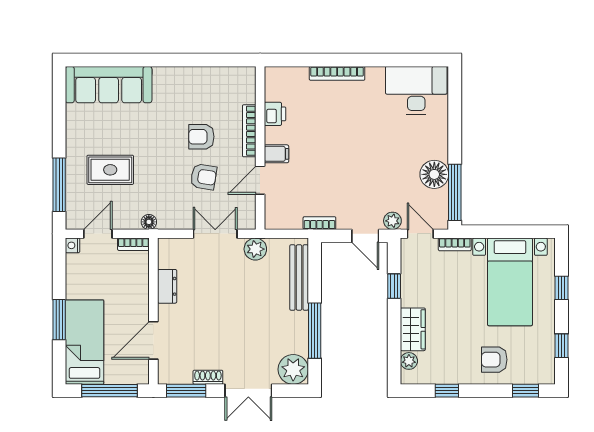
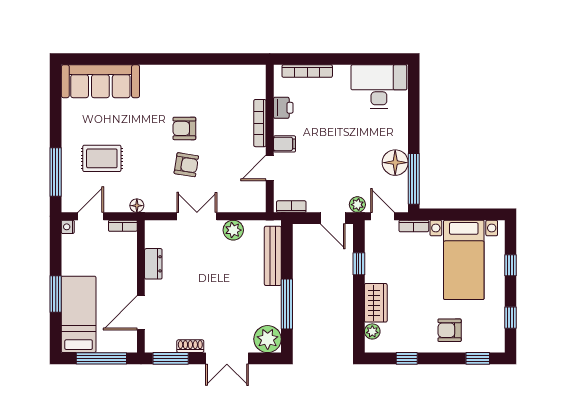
printer: (275, 114) -> (283, 108), moved
bookcase: (249, 131) -> (260, 123), moved
wall: (260, 148) -> (270, 139), moved
filing cabinet: (276, 154) -> (285, 144), moved
door: (260, 180) -> (270, 168), moved

